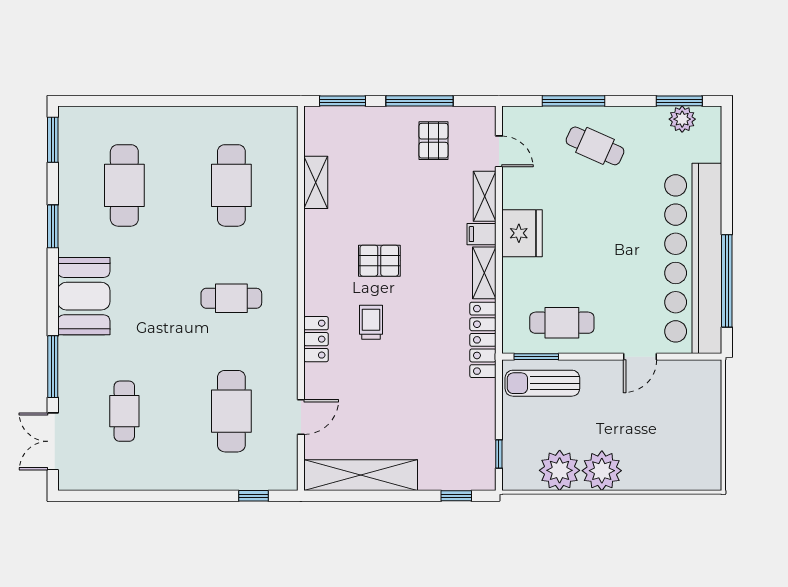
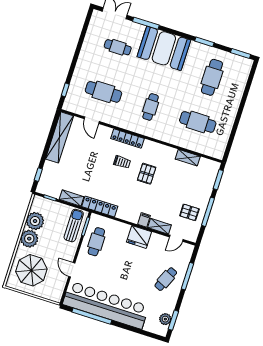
cafe table: (124, 185) -> (212, 77), turned 90
shelving: (484, 273) -> (72, 198), moved
booth: (84, 296) -> (164, 48), width x1.36, depth x1.42
locker: (316, 339) -> (128, 139), width x1.53
parasol: (669, 444) -> (31, 270), added

